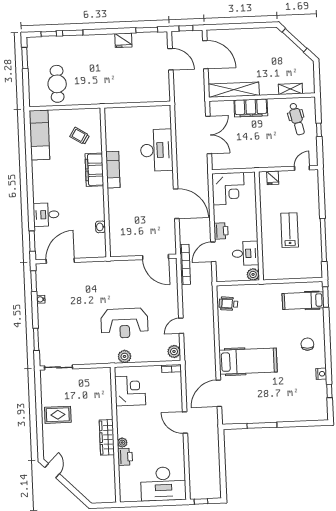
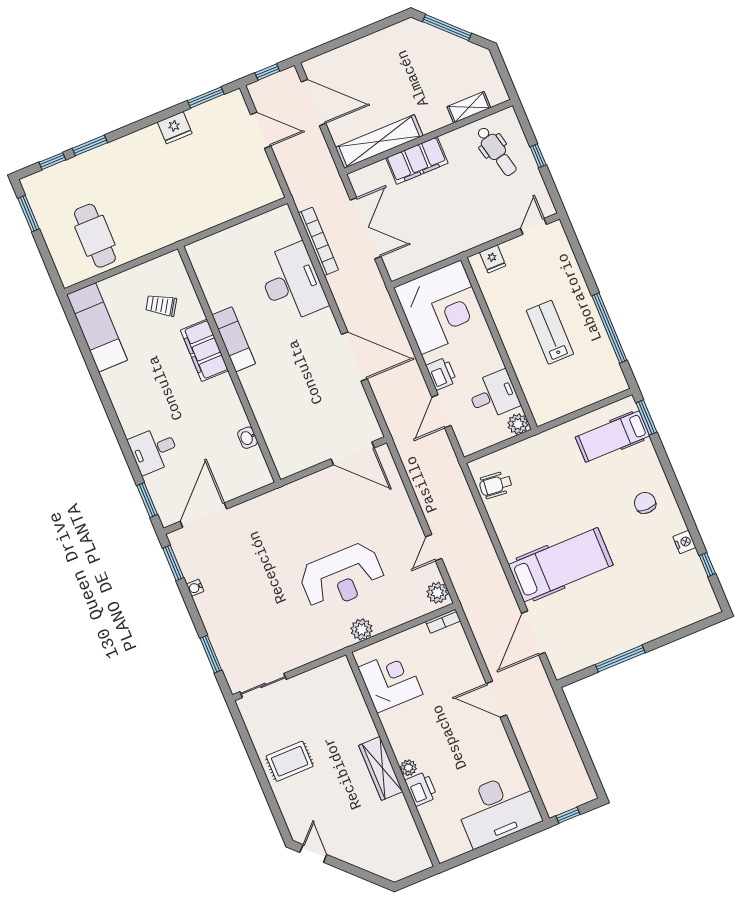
corner desk: (228, 189) -> (441, 307), width x1.36, depth x1.36
bookcase: (185, 264) -> (318, 241), moved

